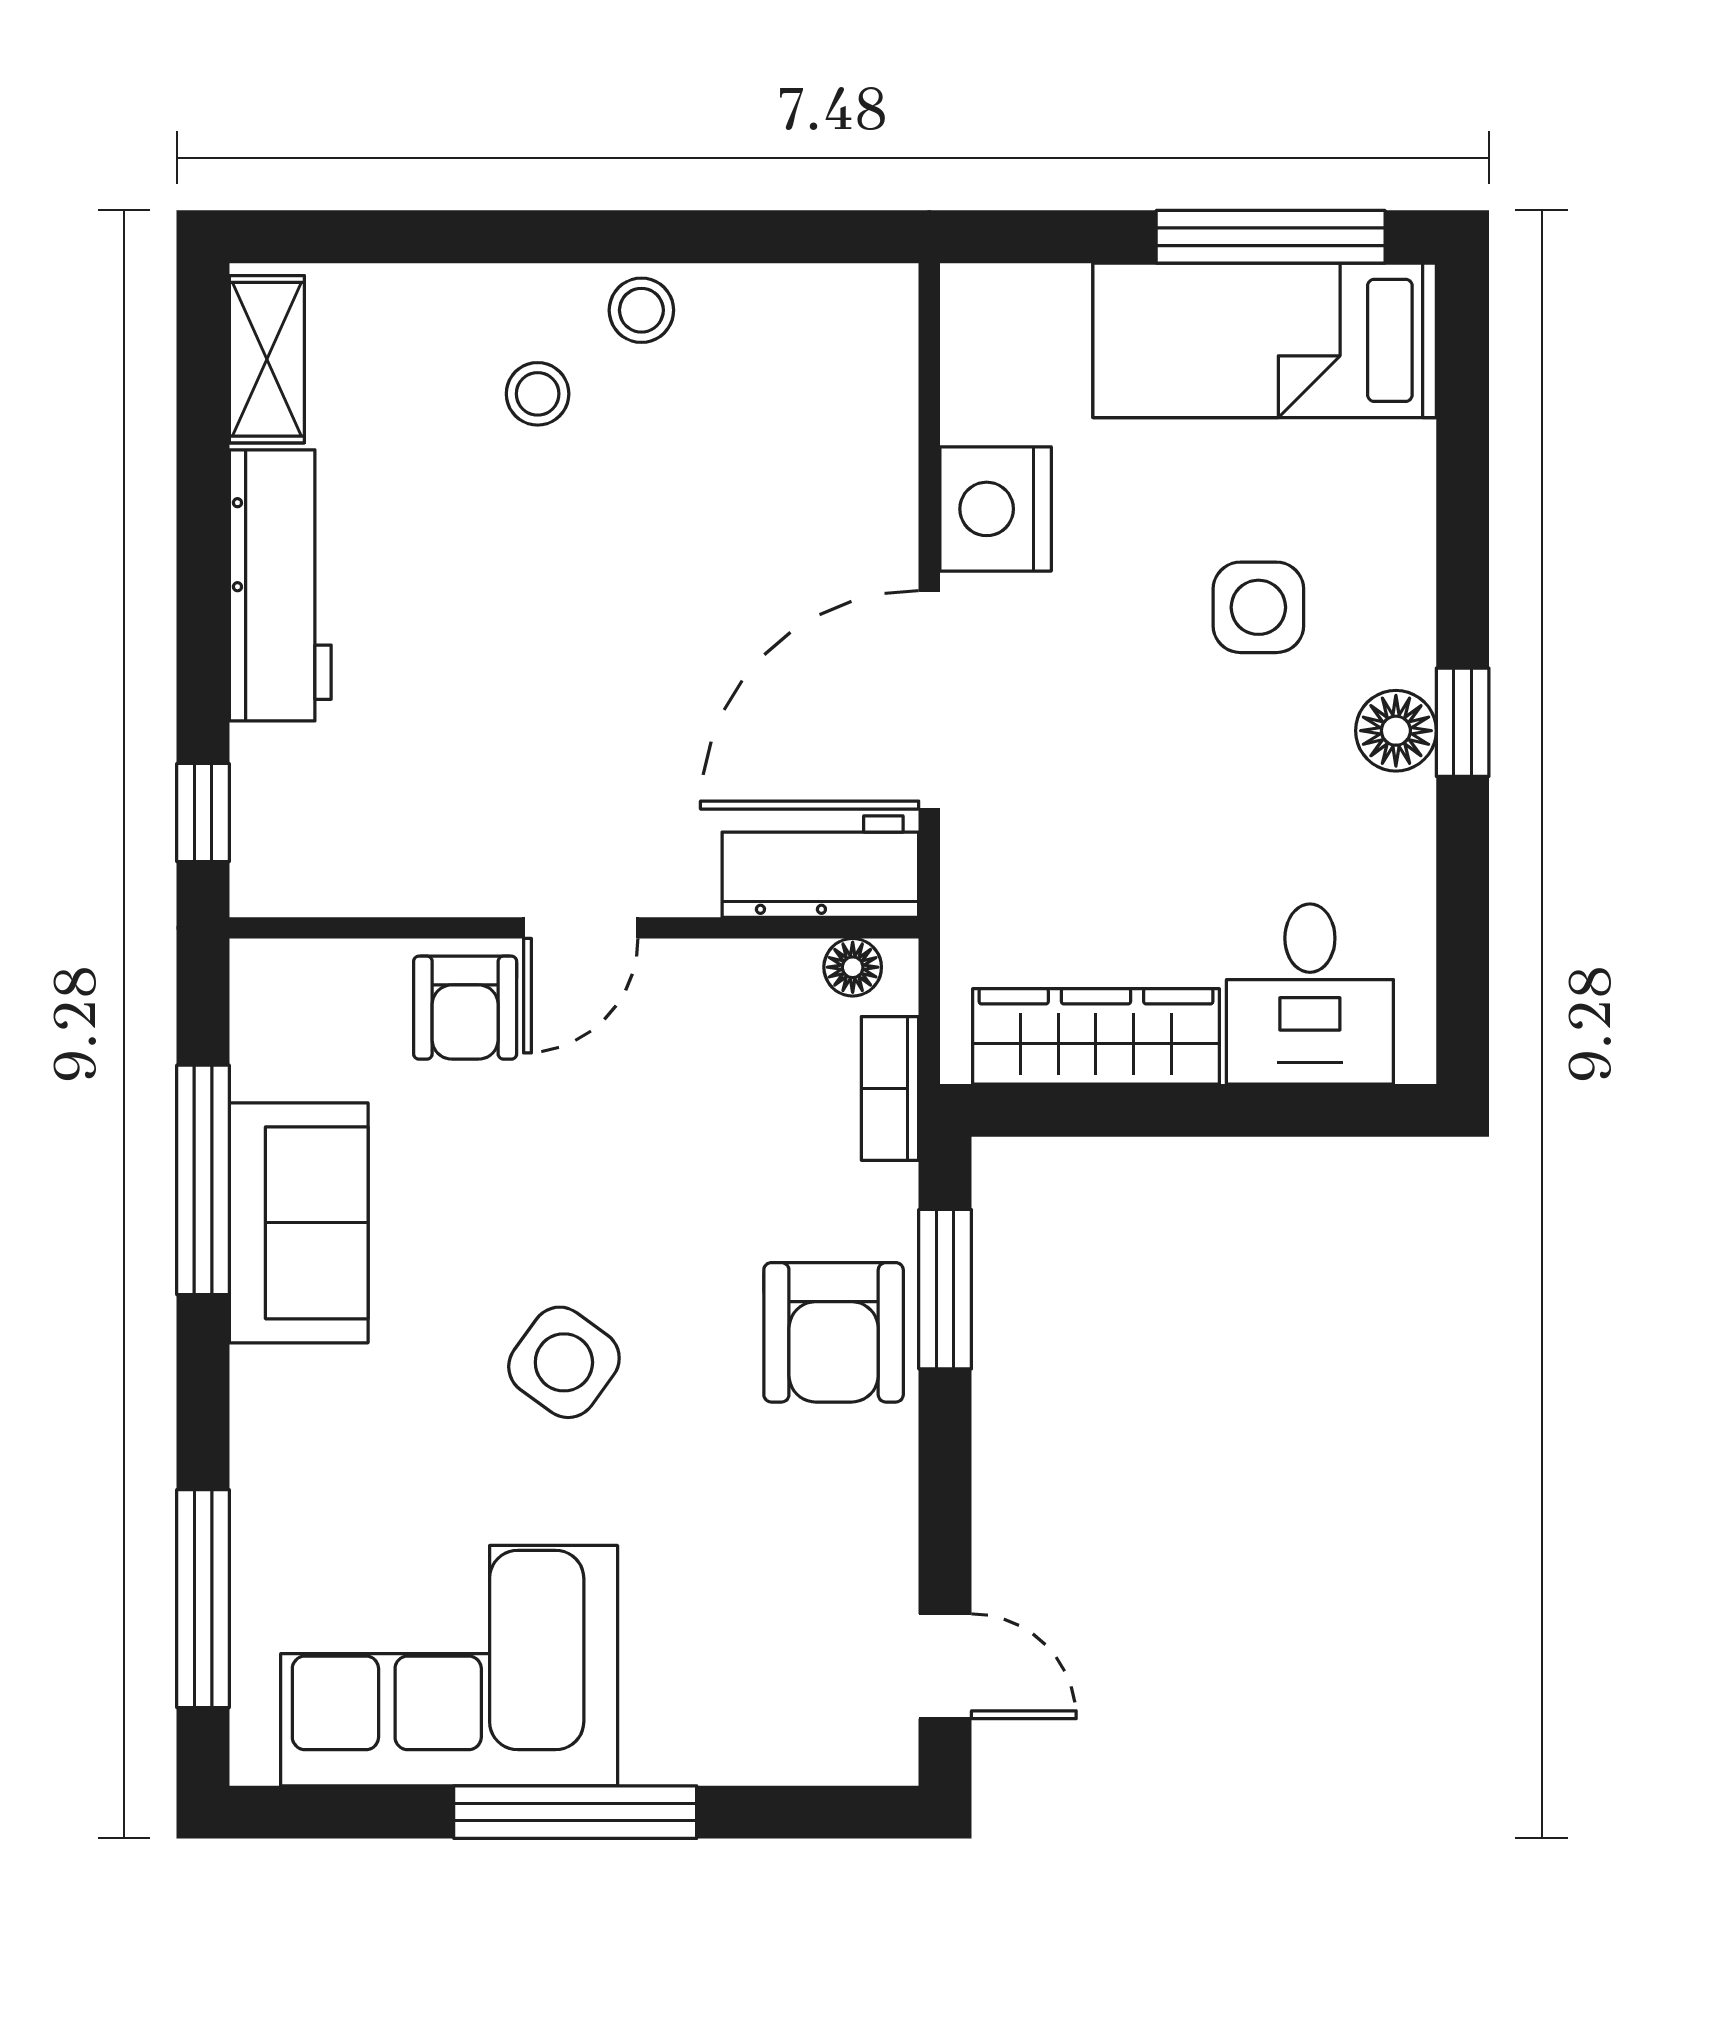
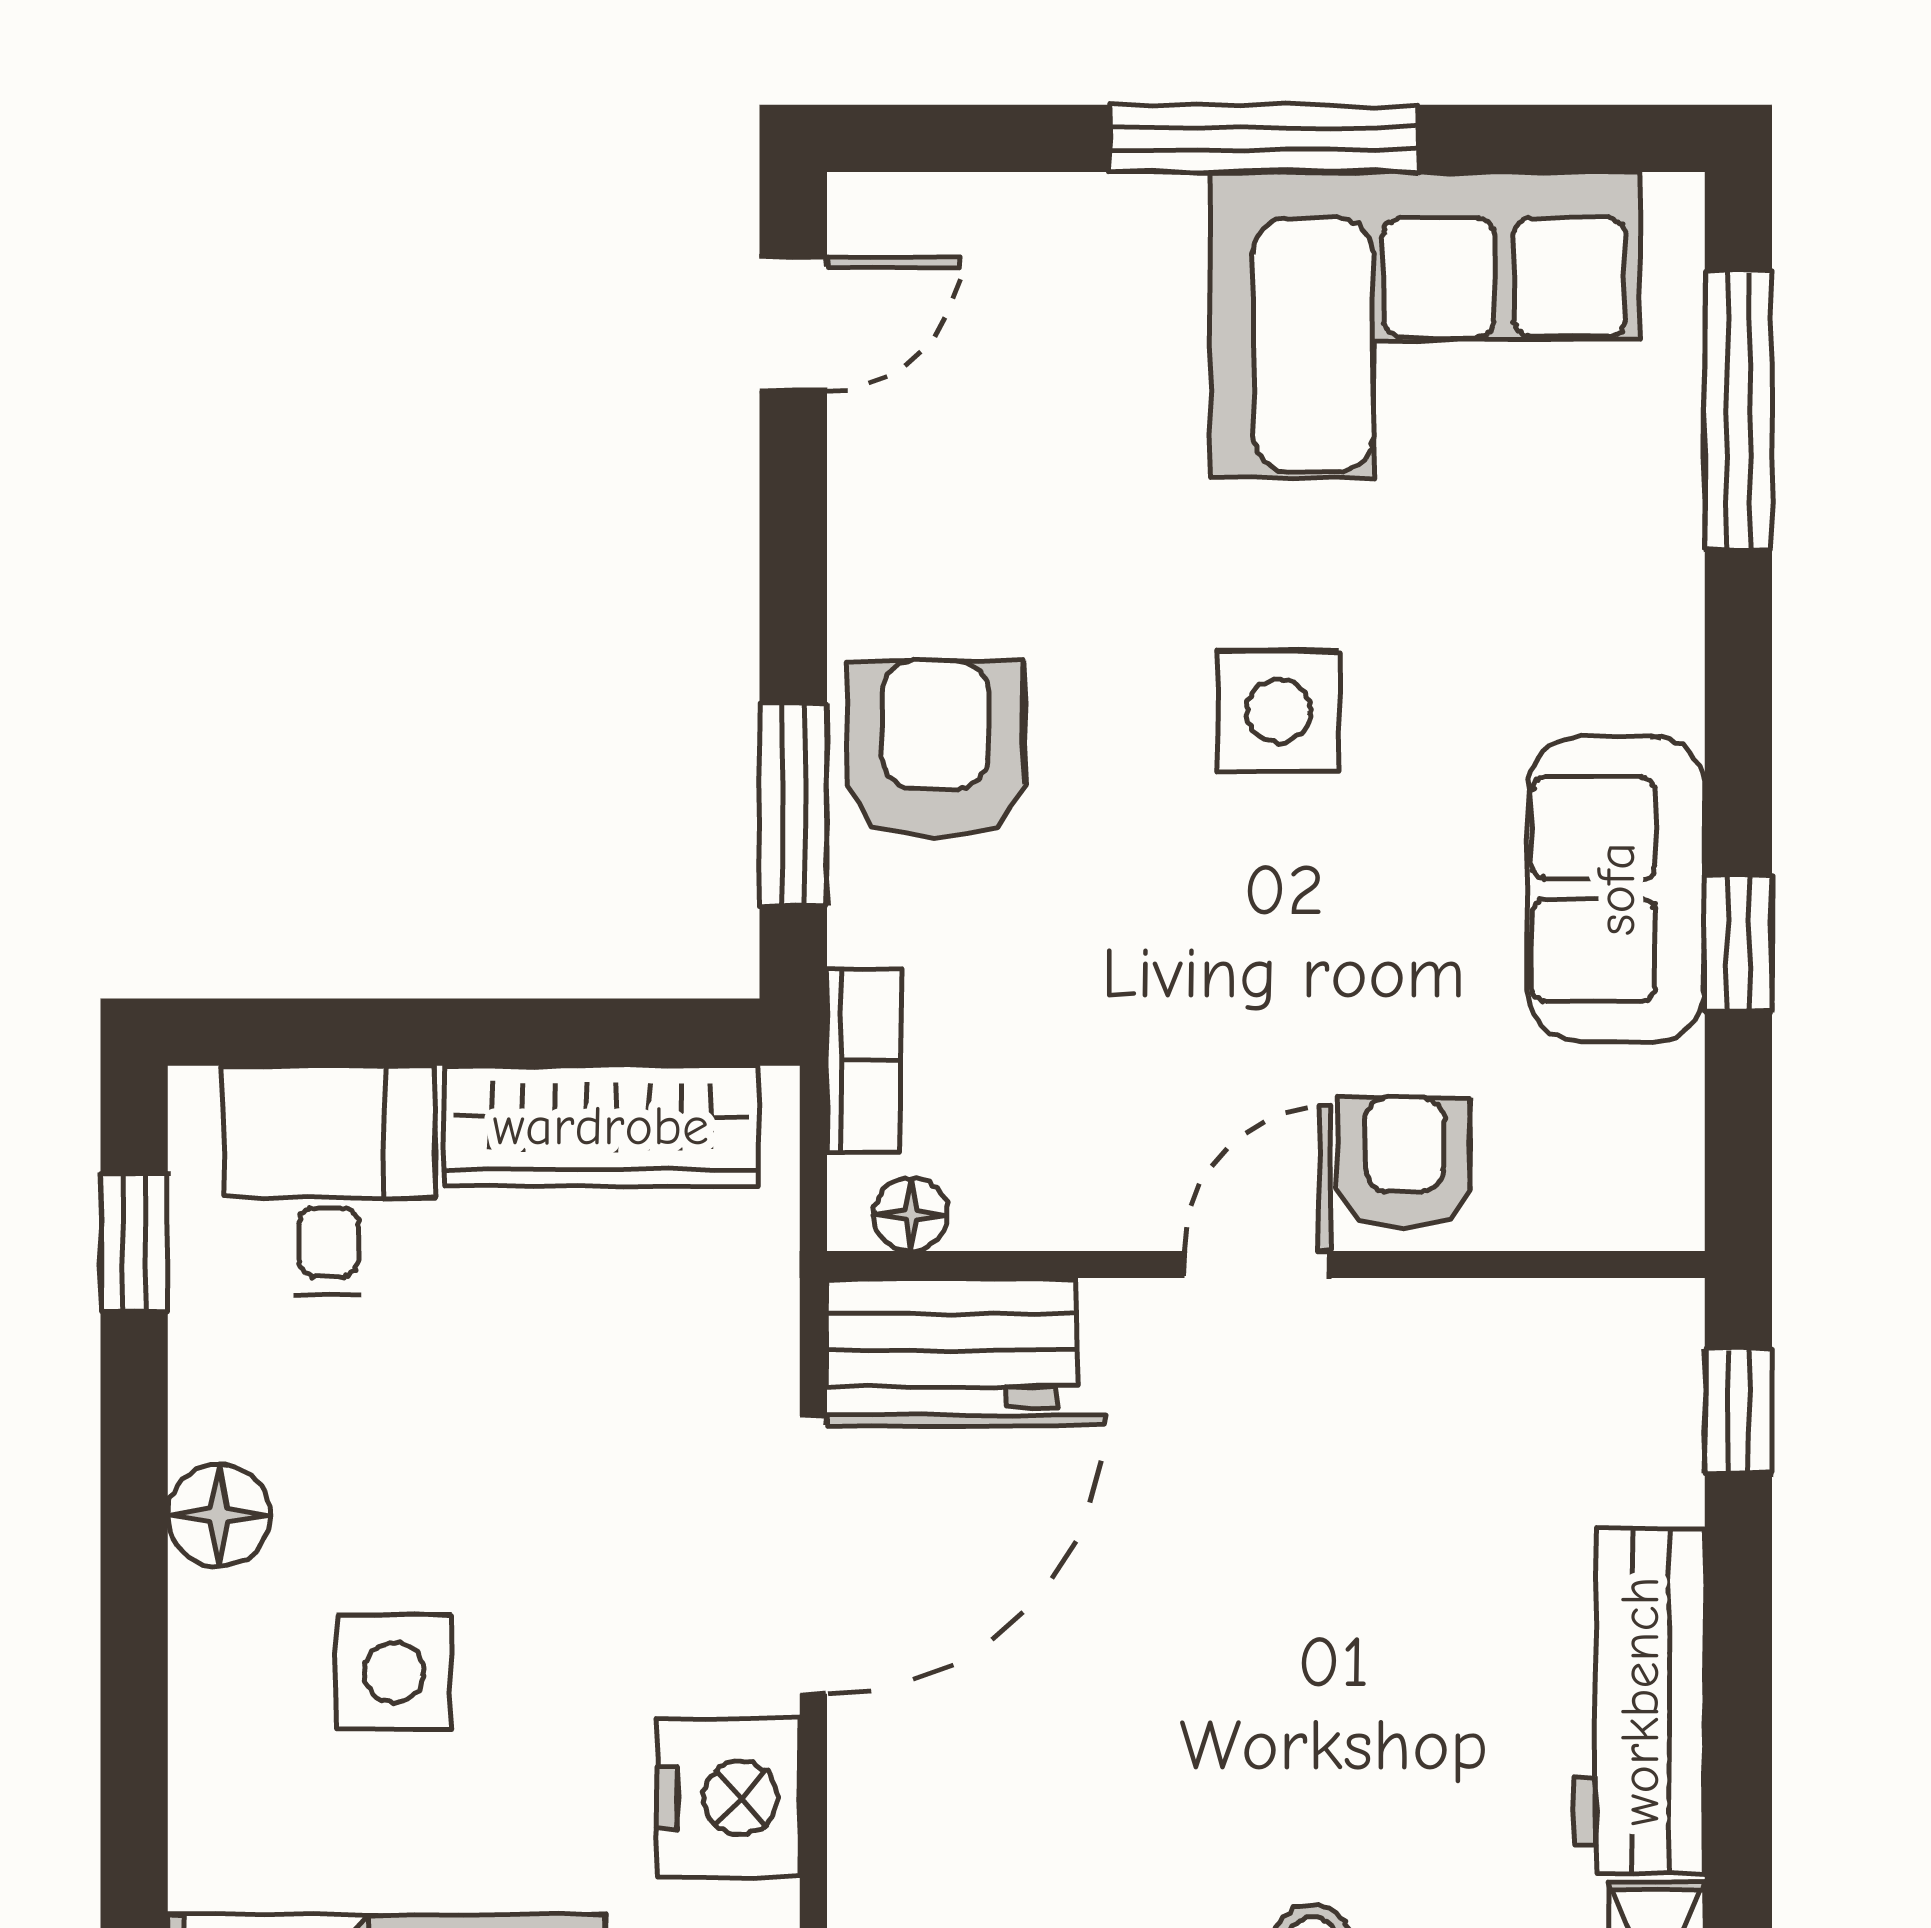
window: (1463, 722) -> (134, 1242), moved
window: (203, 1180) -> (1738, 944), width x0.46
side table: (564, 1362) -> (1279, 711), turned -36
door: (945, 1666) -> (793, 324), swing flipped

